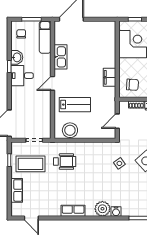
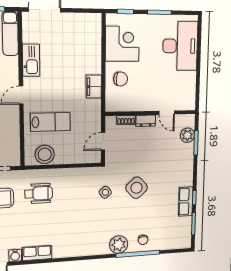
chair: (132, 85) -> (121, 79), moved
plant: (102, 209) -> (119, 245), moved
row of seats: (73, 211) -> (37, 253), moved
water cooler: (116, 212) -> (15, 255), moved

